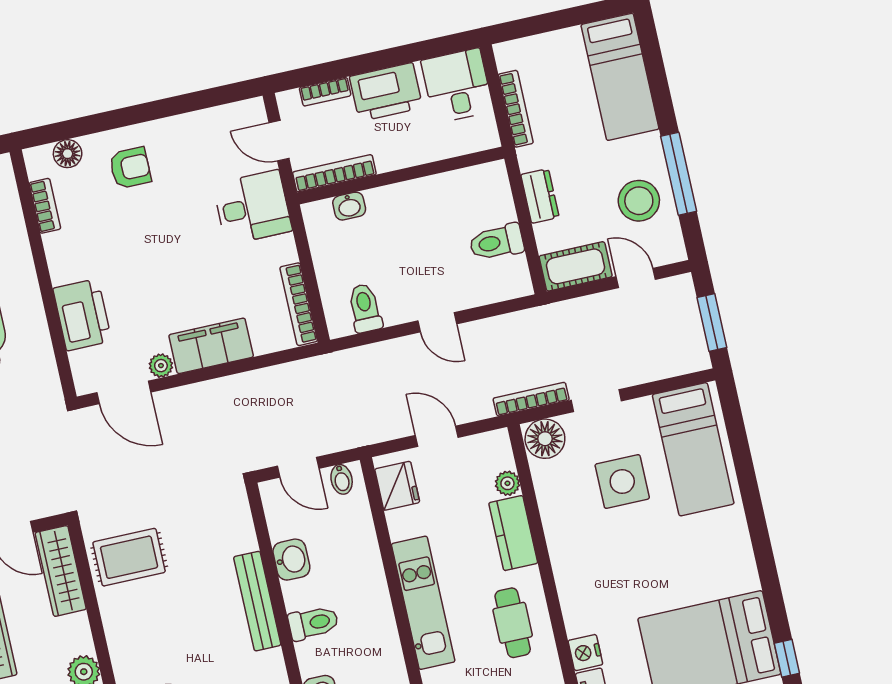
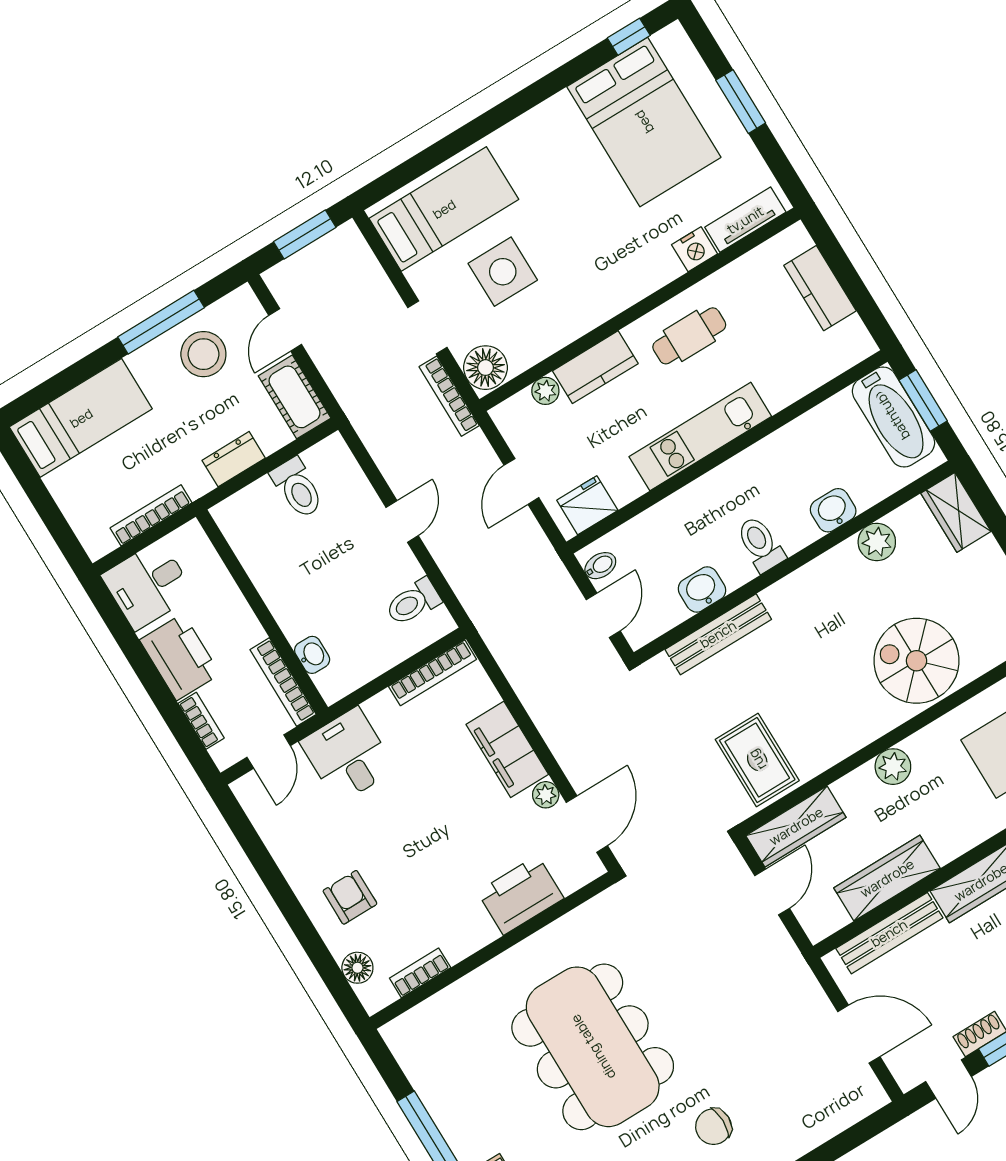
bench: (257, 601) -> (718, 634), moved

